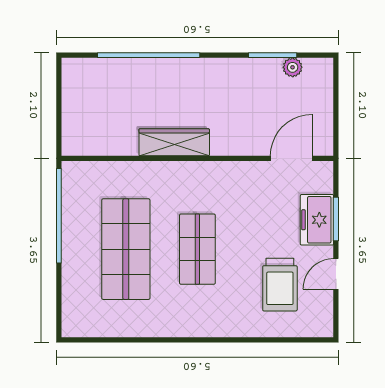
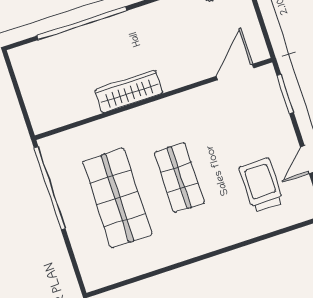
window: (336, 219) -> (285, 94), moved
freezer: (317, 220) -> (275, 118), removed
trolley: (280, 285) -> (261, 185), turned 180

